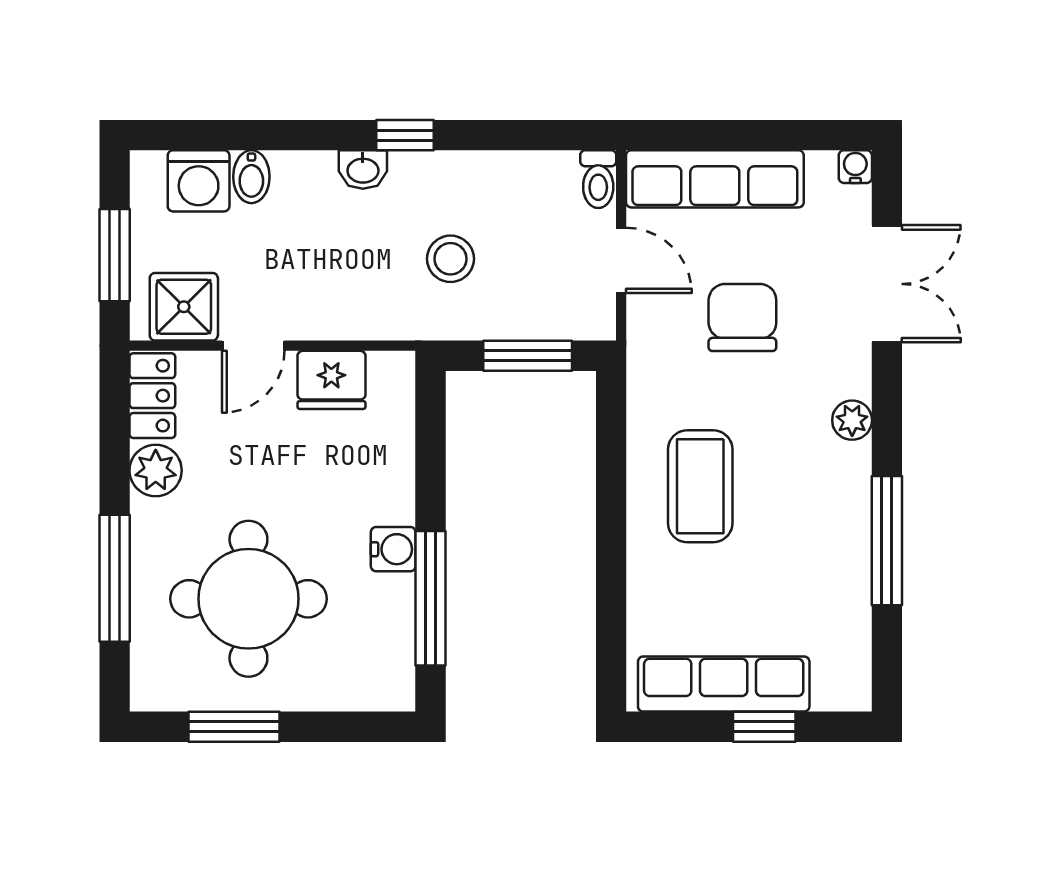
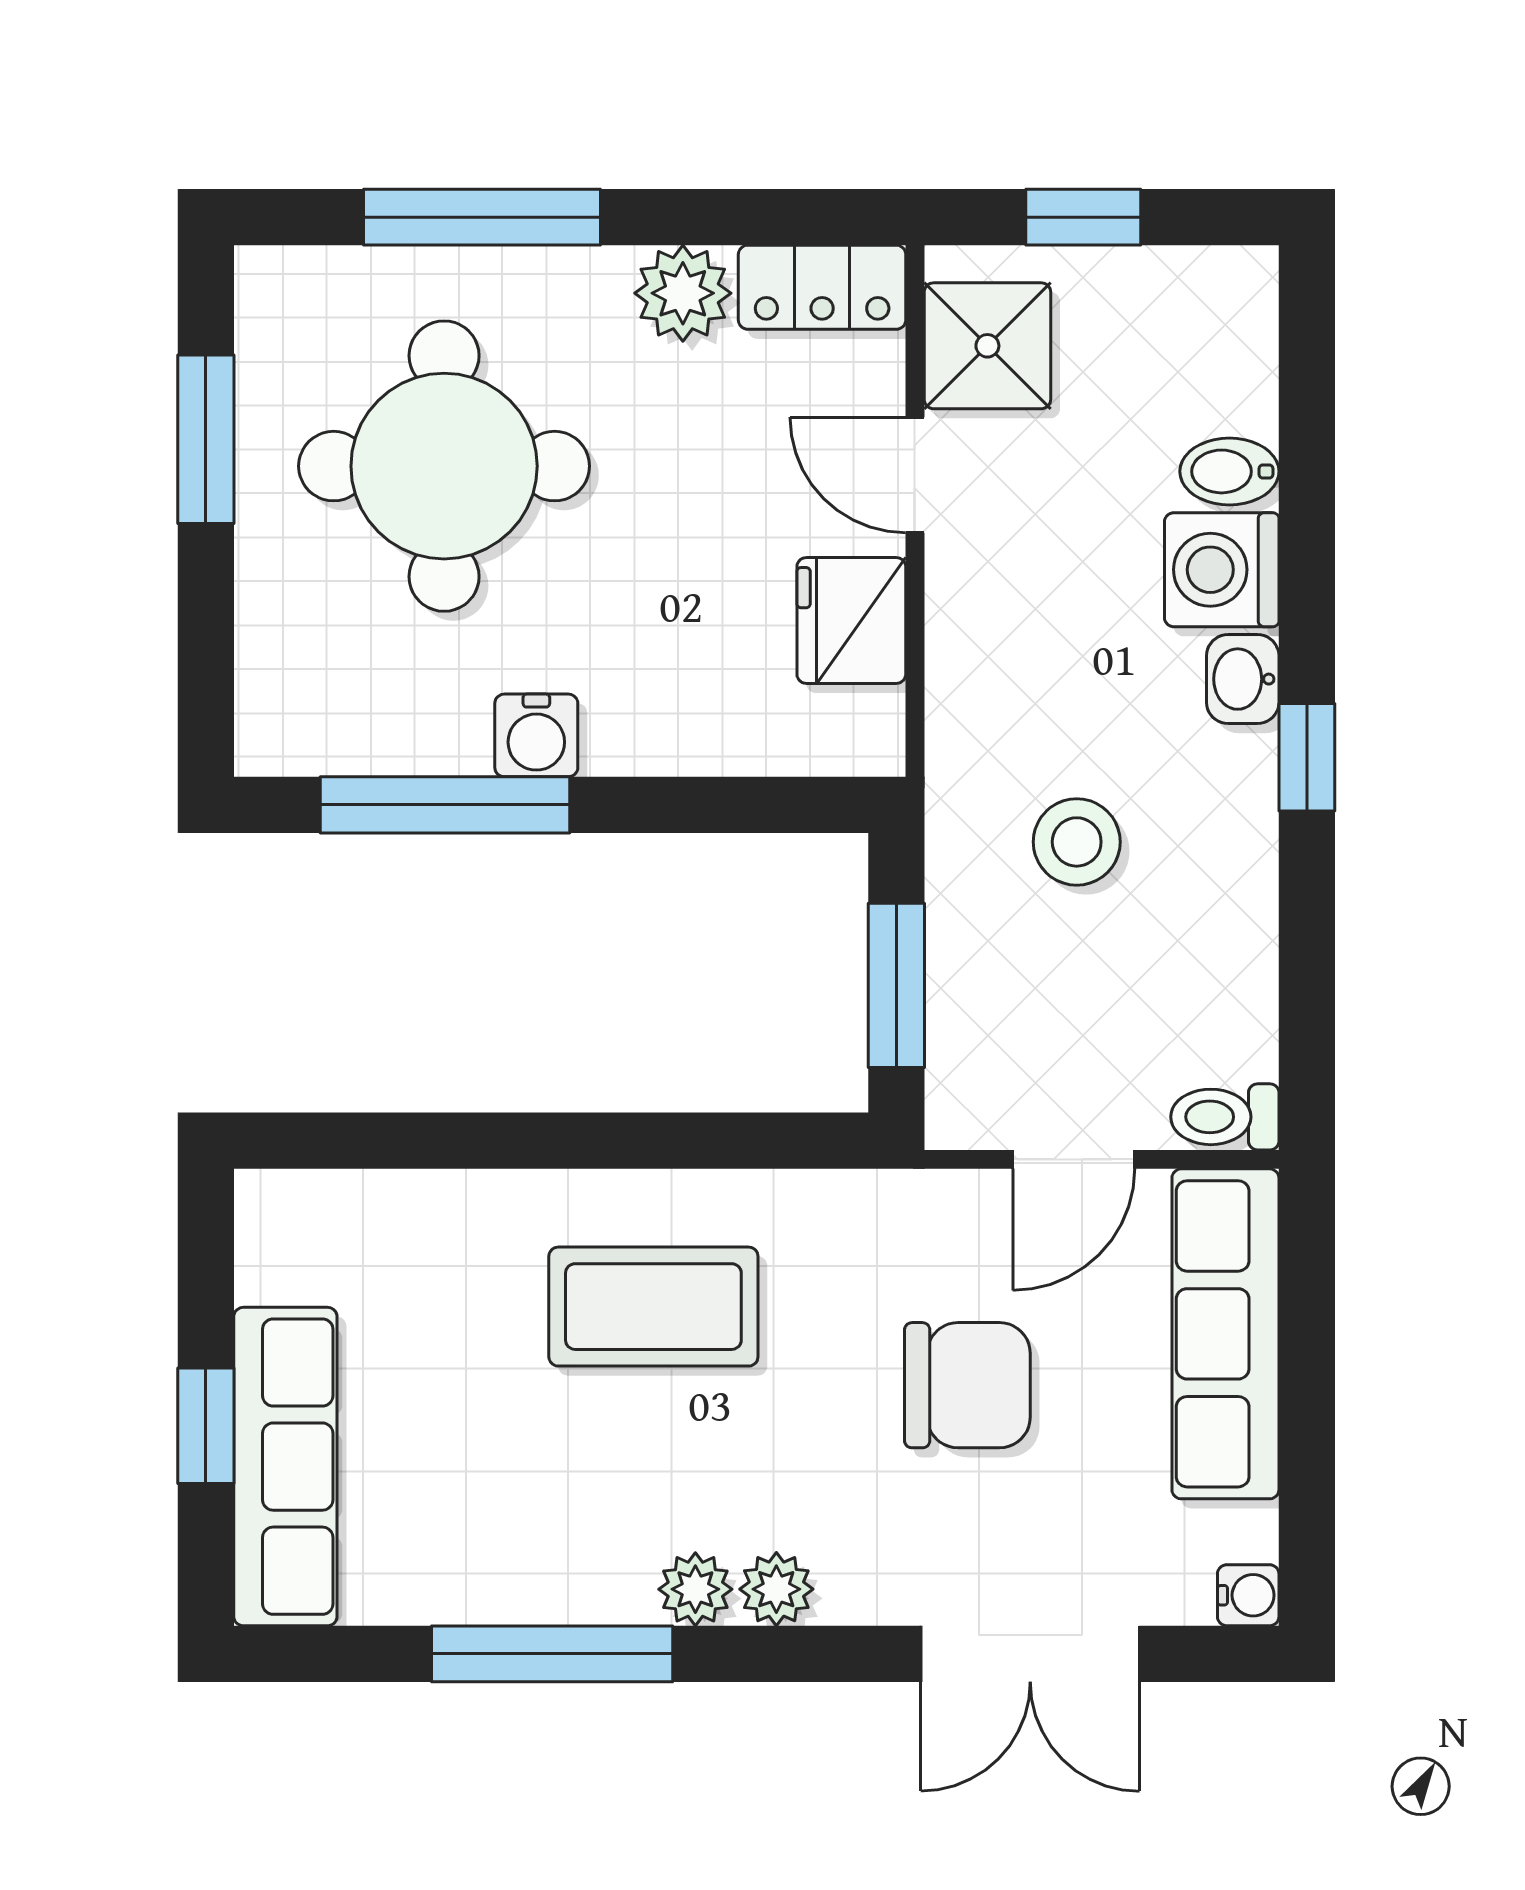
washing machine: (199, 181) -> (1222, 570), moved
window: (115, 255) -> (1083, 217), width x0.67
plant: (852, 464) -> (695, 1589), added
row of seats: (724, 684) -> (285, 1467), moved

